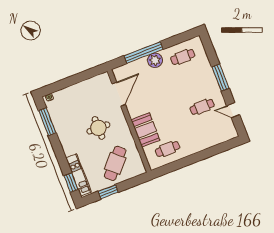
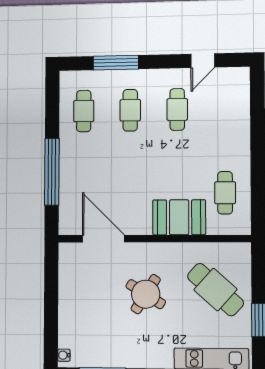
plant: (155, 60) -> (72, 158), removed
window: (220, 78) -> (116, 63), moved
cafe table: (192, 82) -> (130, 110), added
round table: (98, 128) -> (146, 294), turned 32

